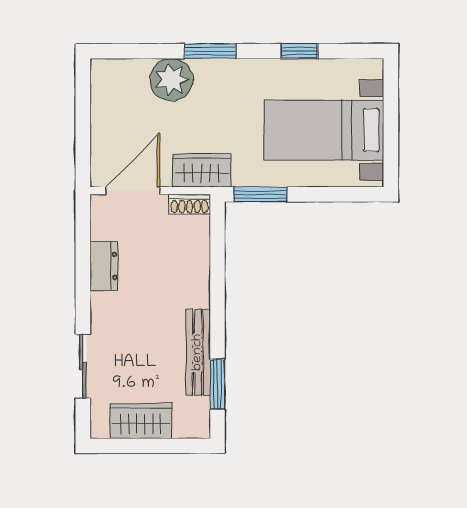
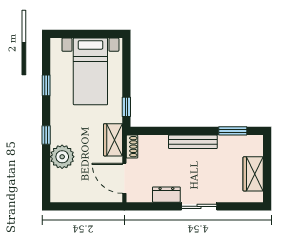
window: (210, 51) -> (46, 135), width x0.67
window: (260, 194) -> (126, 107), width x0.67
bench: (198, 352) -> (193, 142), moved
sliding door: (83, 366) -> (199, 206), moved

